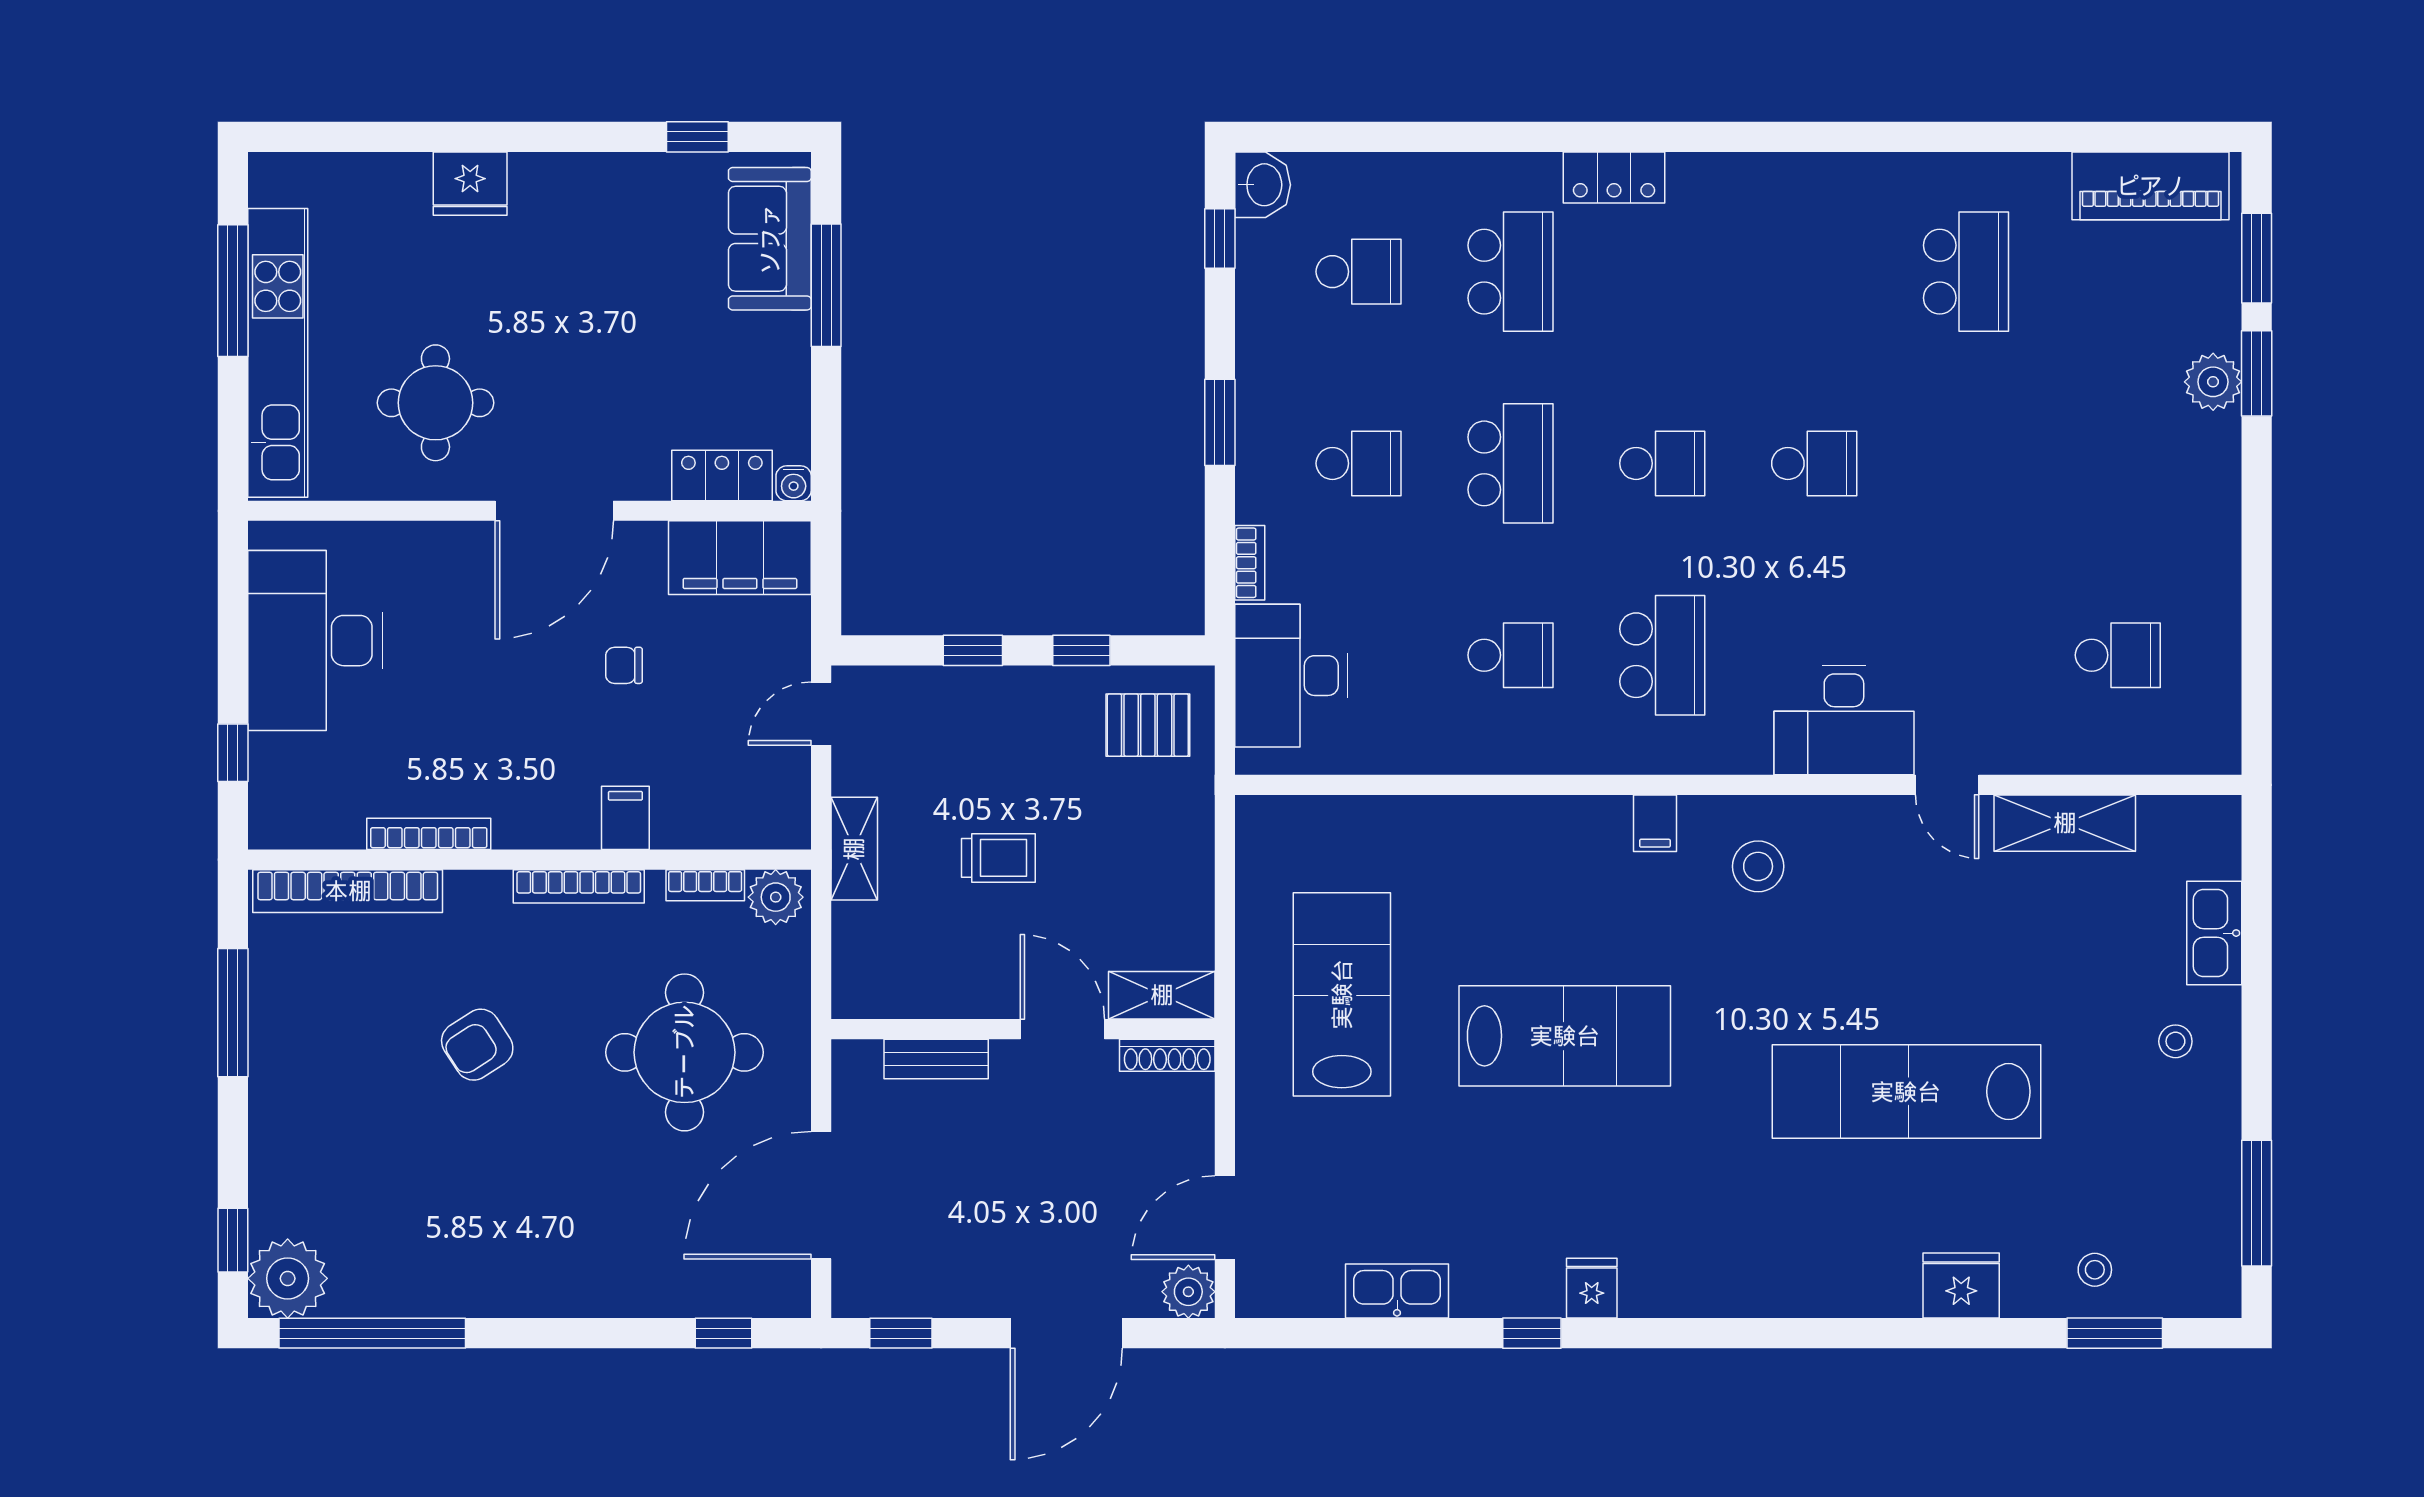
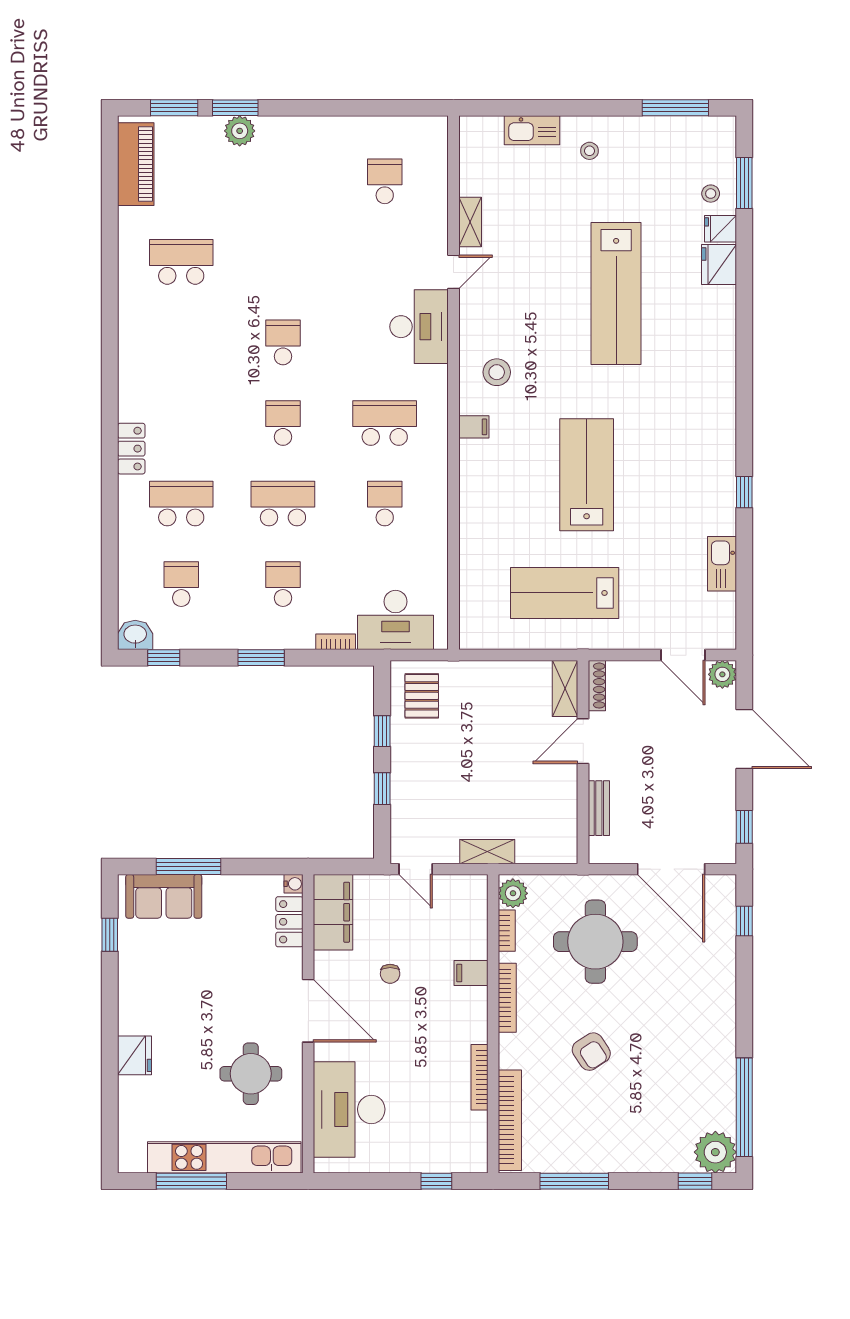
desk: (315, 641) -> (349, 1109), moved, turned 90
shelving: (2065, 823) -> (470, 222), width x0.67, depth x0.75
trolley: (998, 858) -> (492, 775), removed
fridge: (1592, 1288) -> (720, 229), moved

